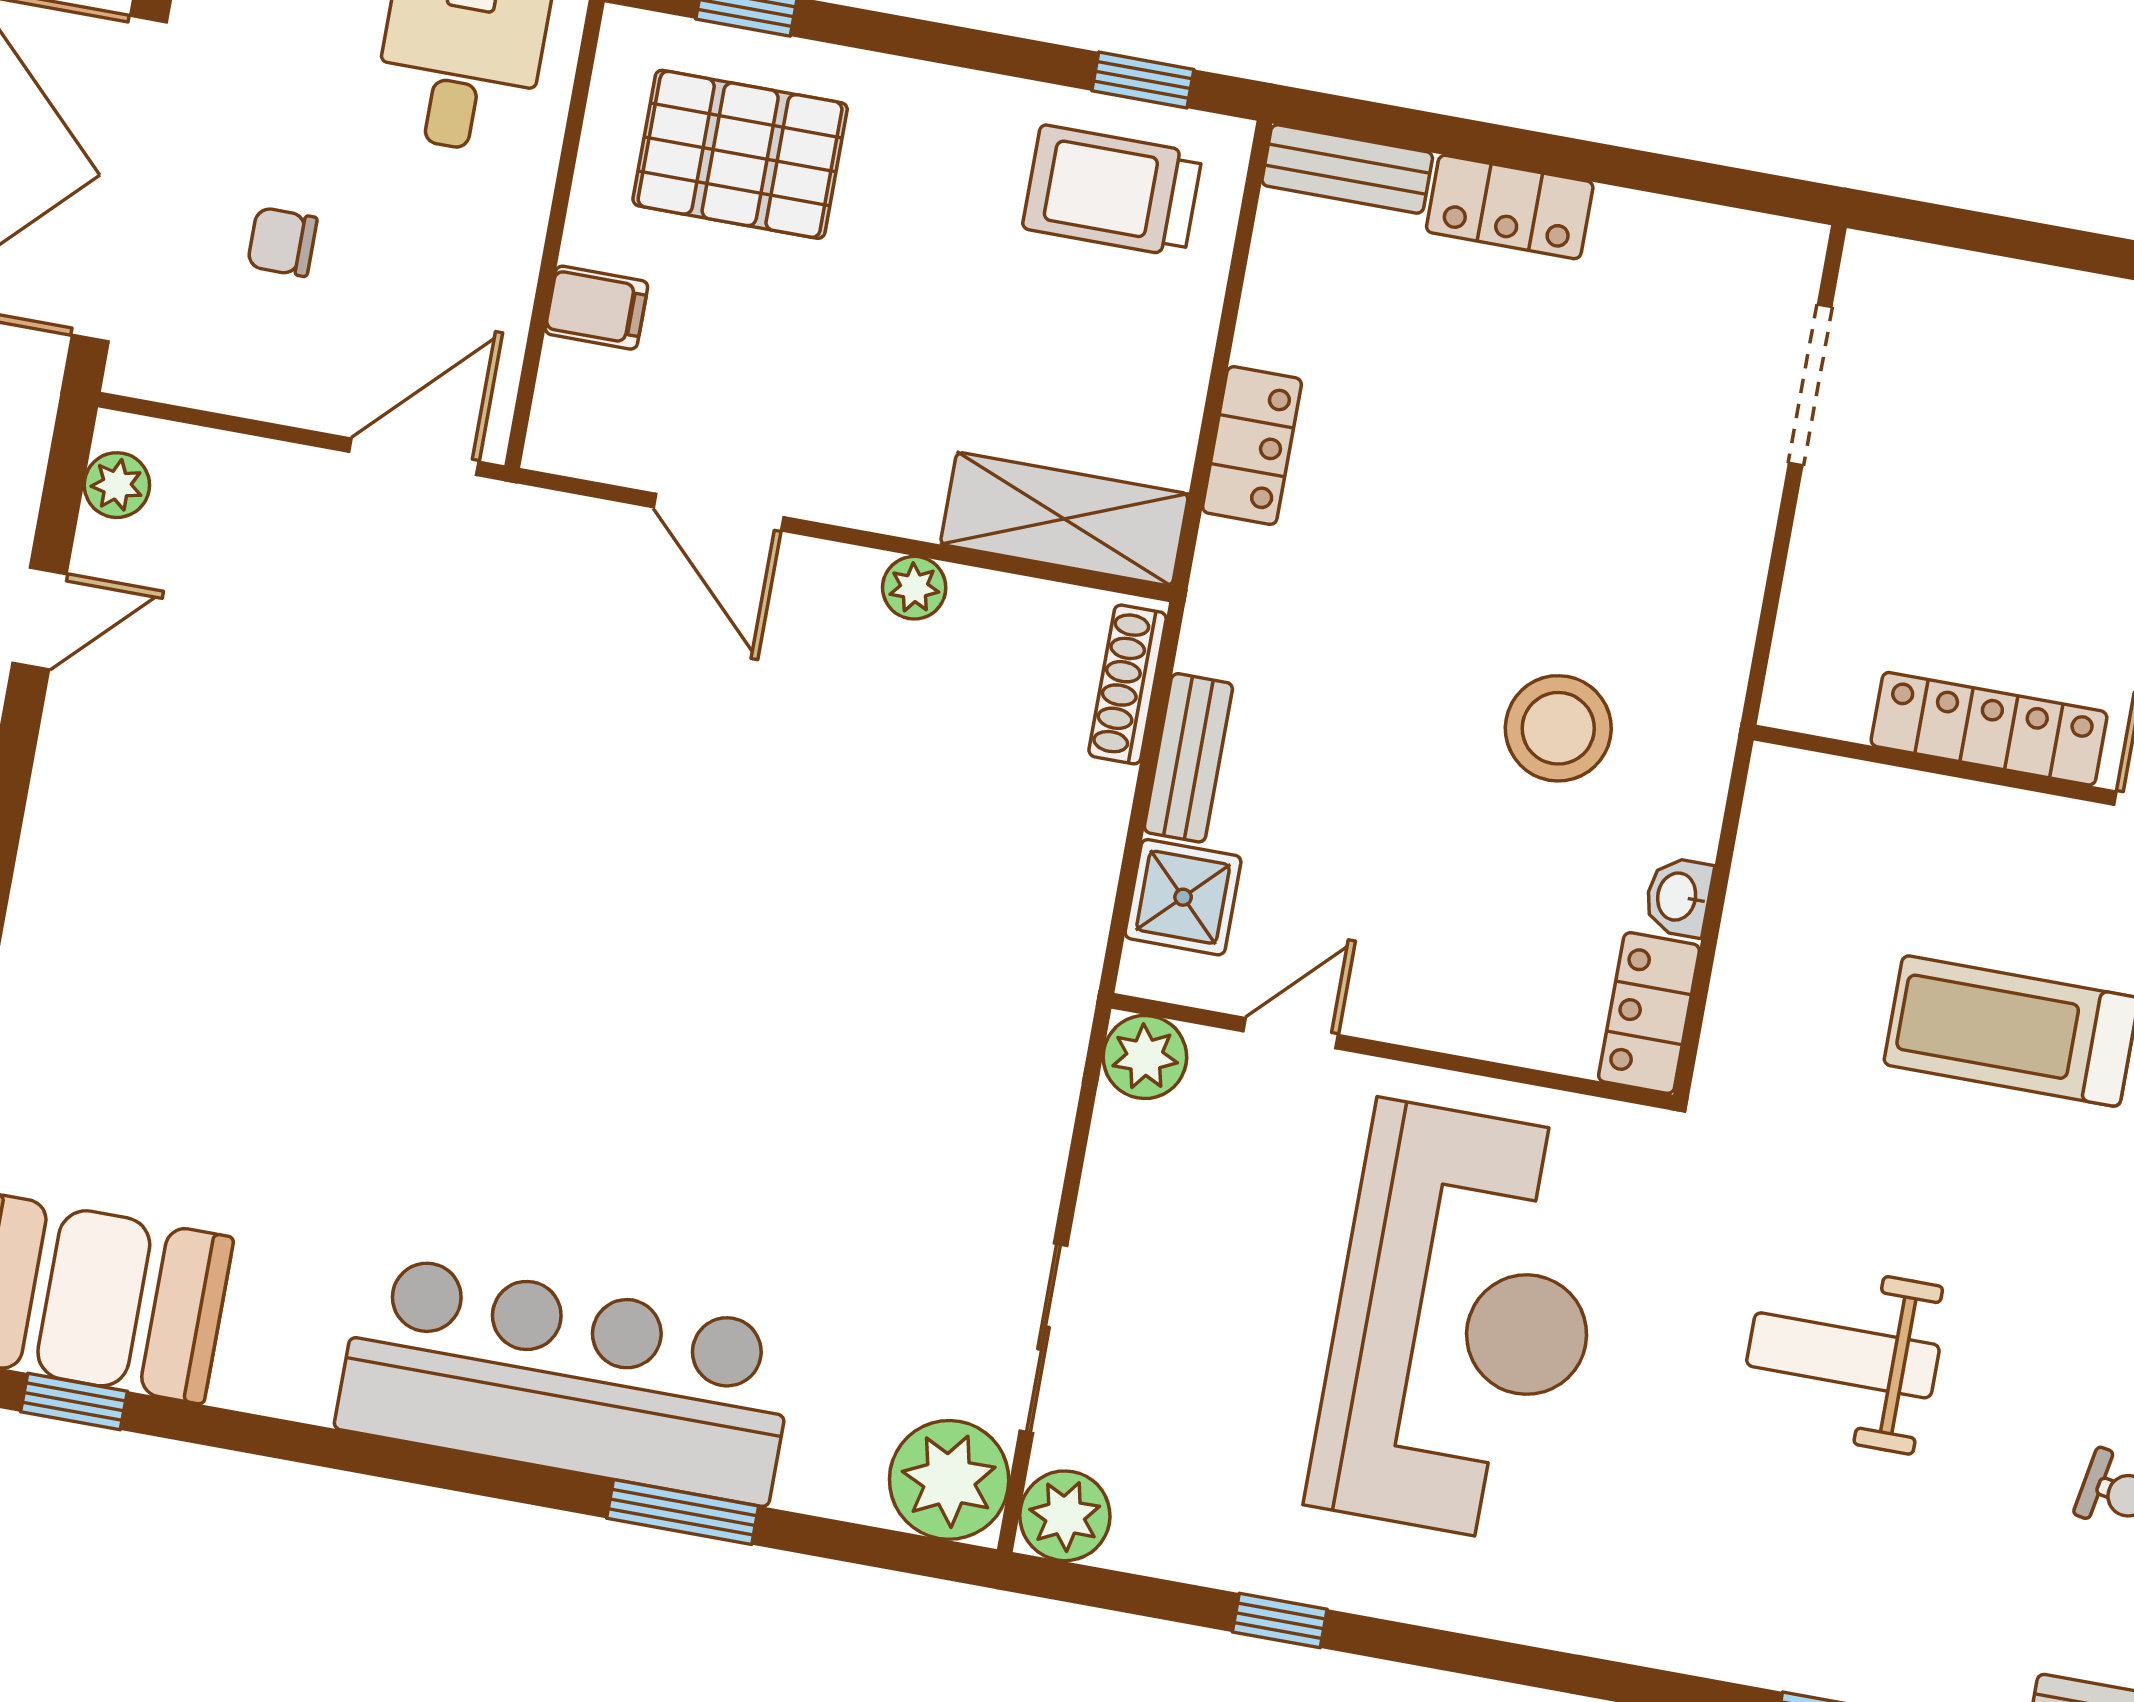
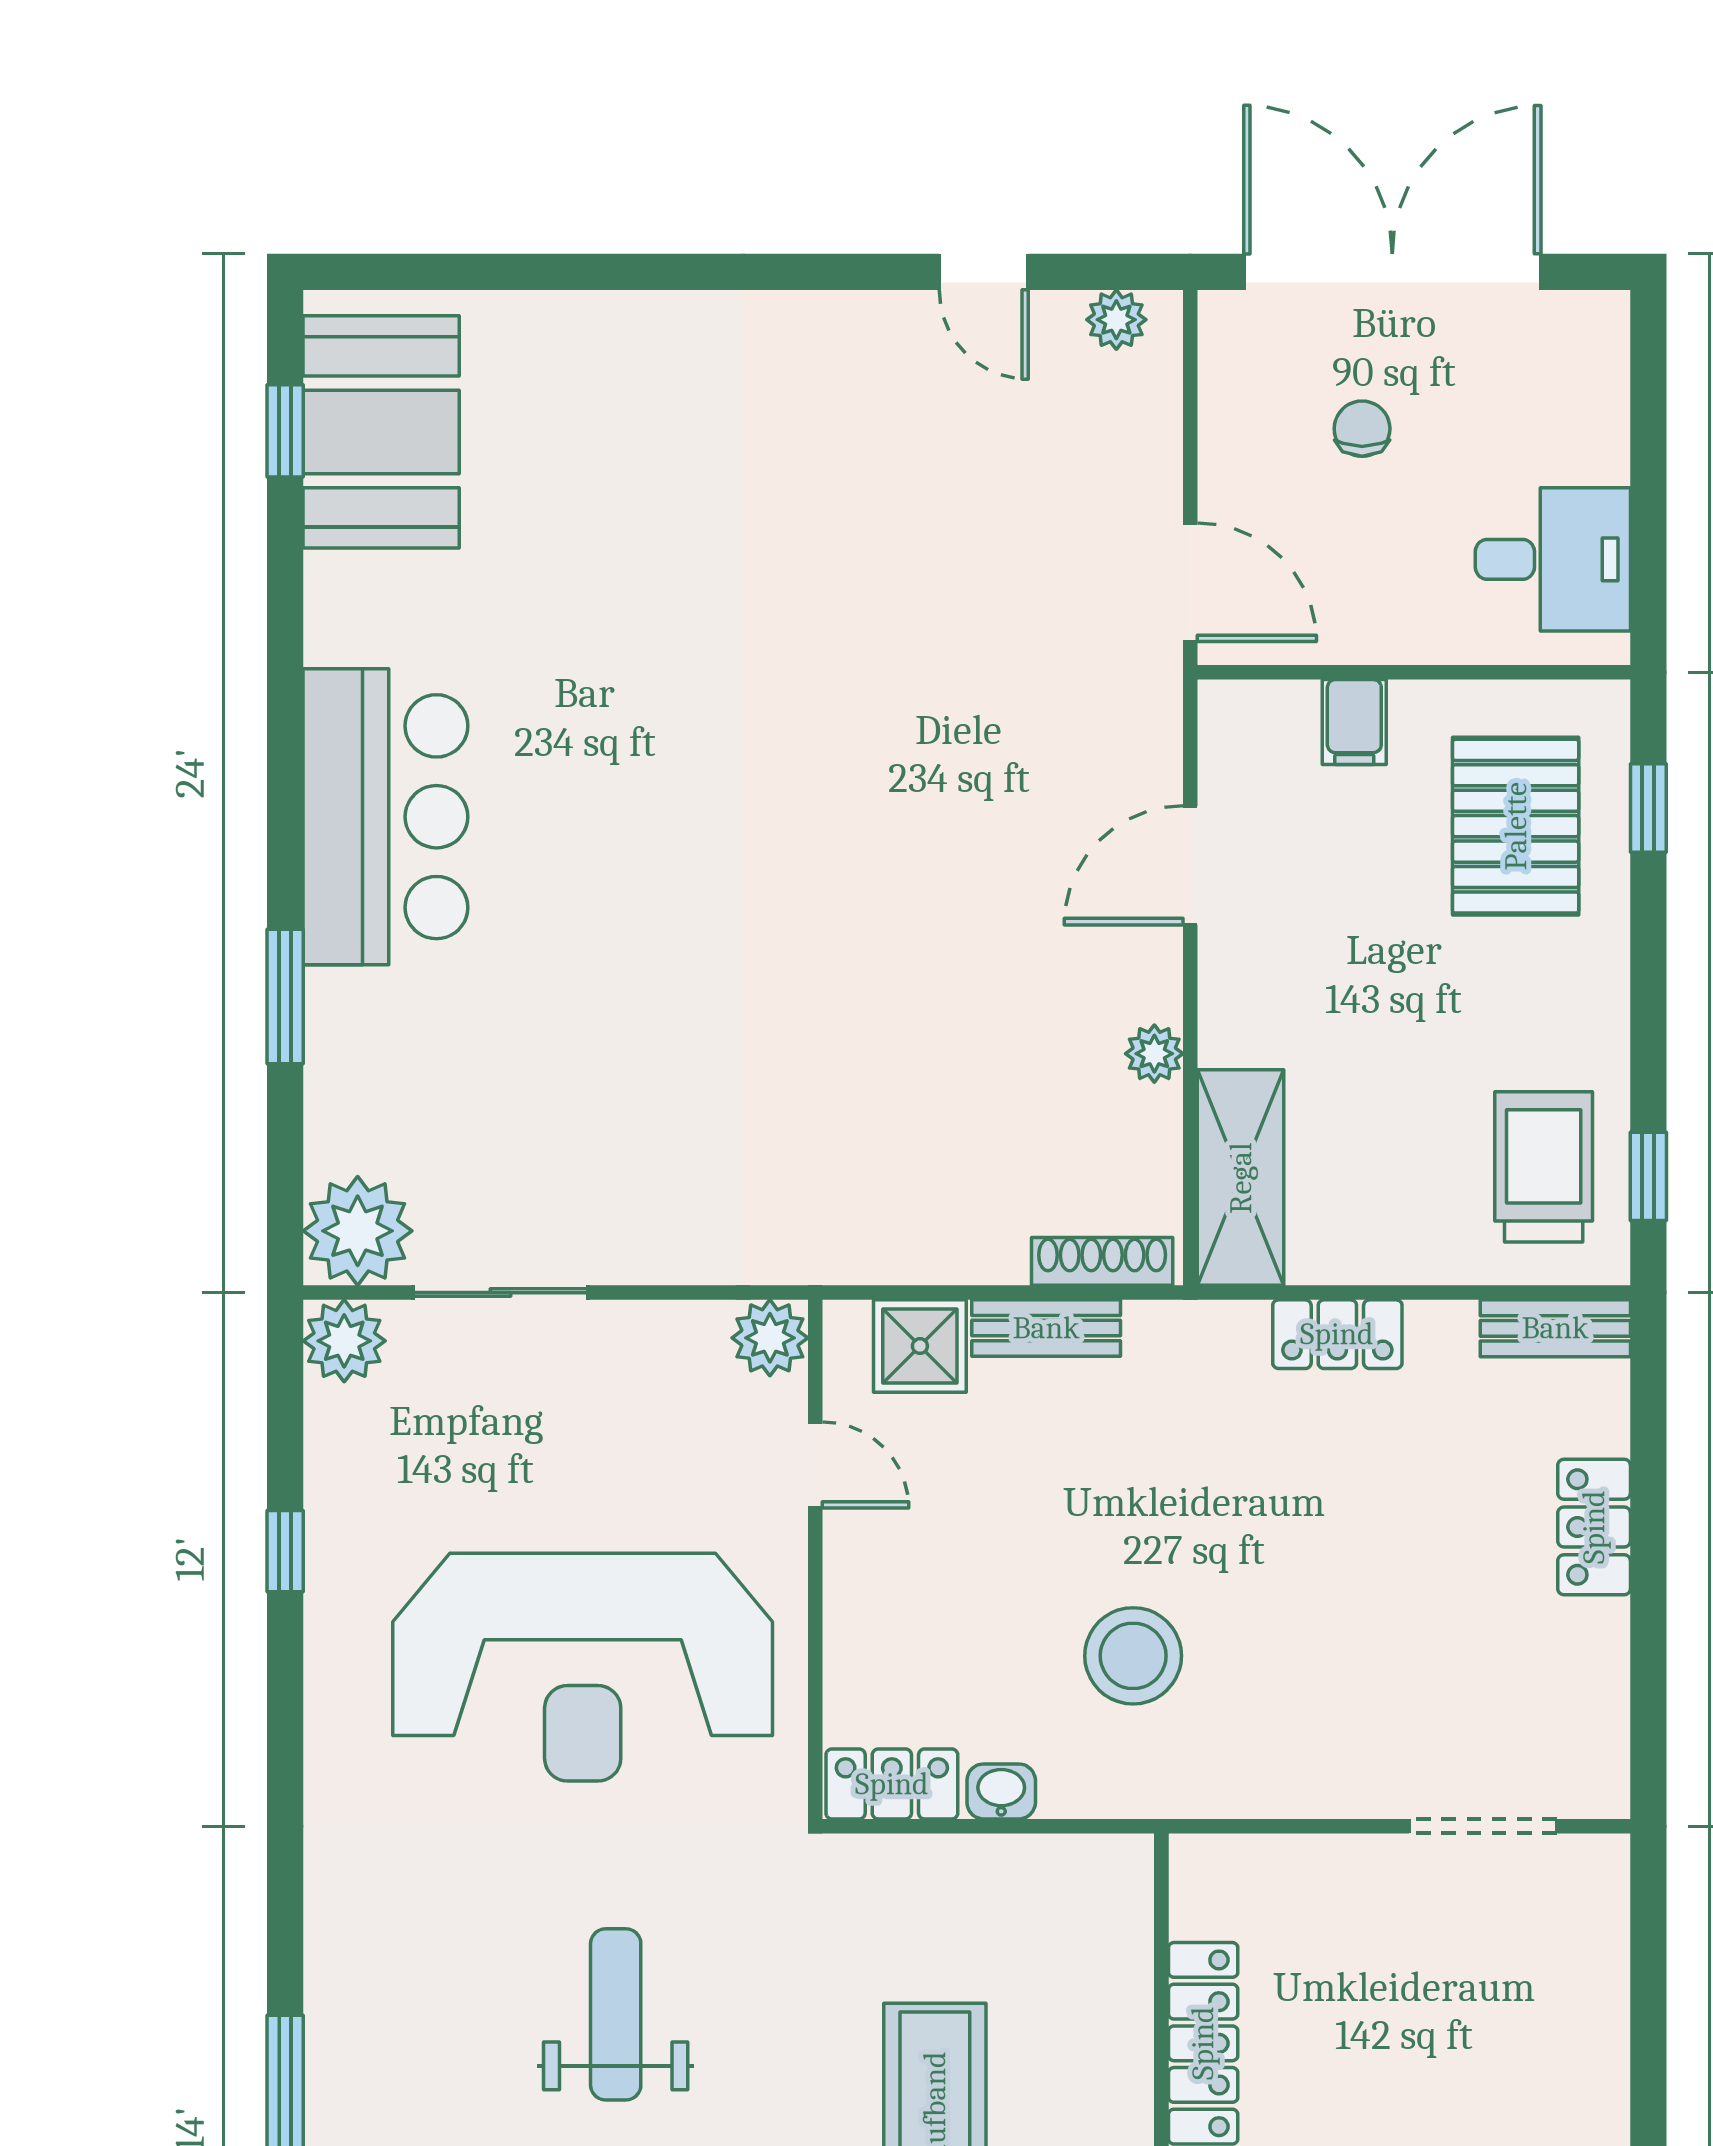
bench: (1347, 169) -> (1555, 1328), moved, turned 90
bar counter: (567, 1379) -> (385, 817), width x0.73

